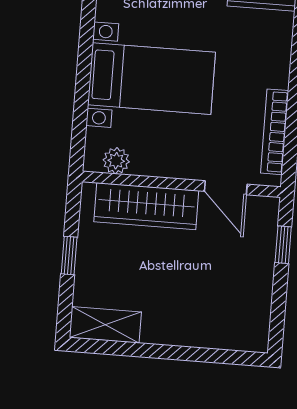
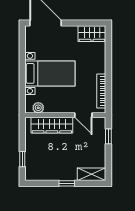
window: (69, 256) -> (22, 159), moved
shelving: (105, 325) -> (92, 174), moved
window: (172, 352) -> (67, 183), added

